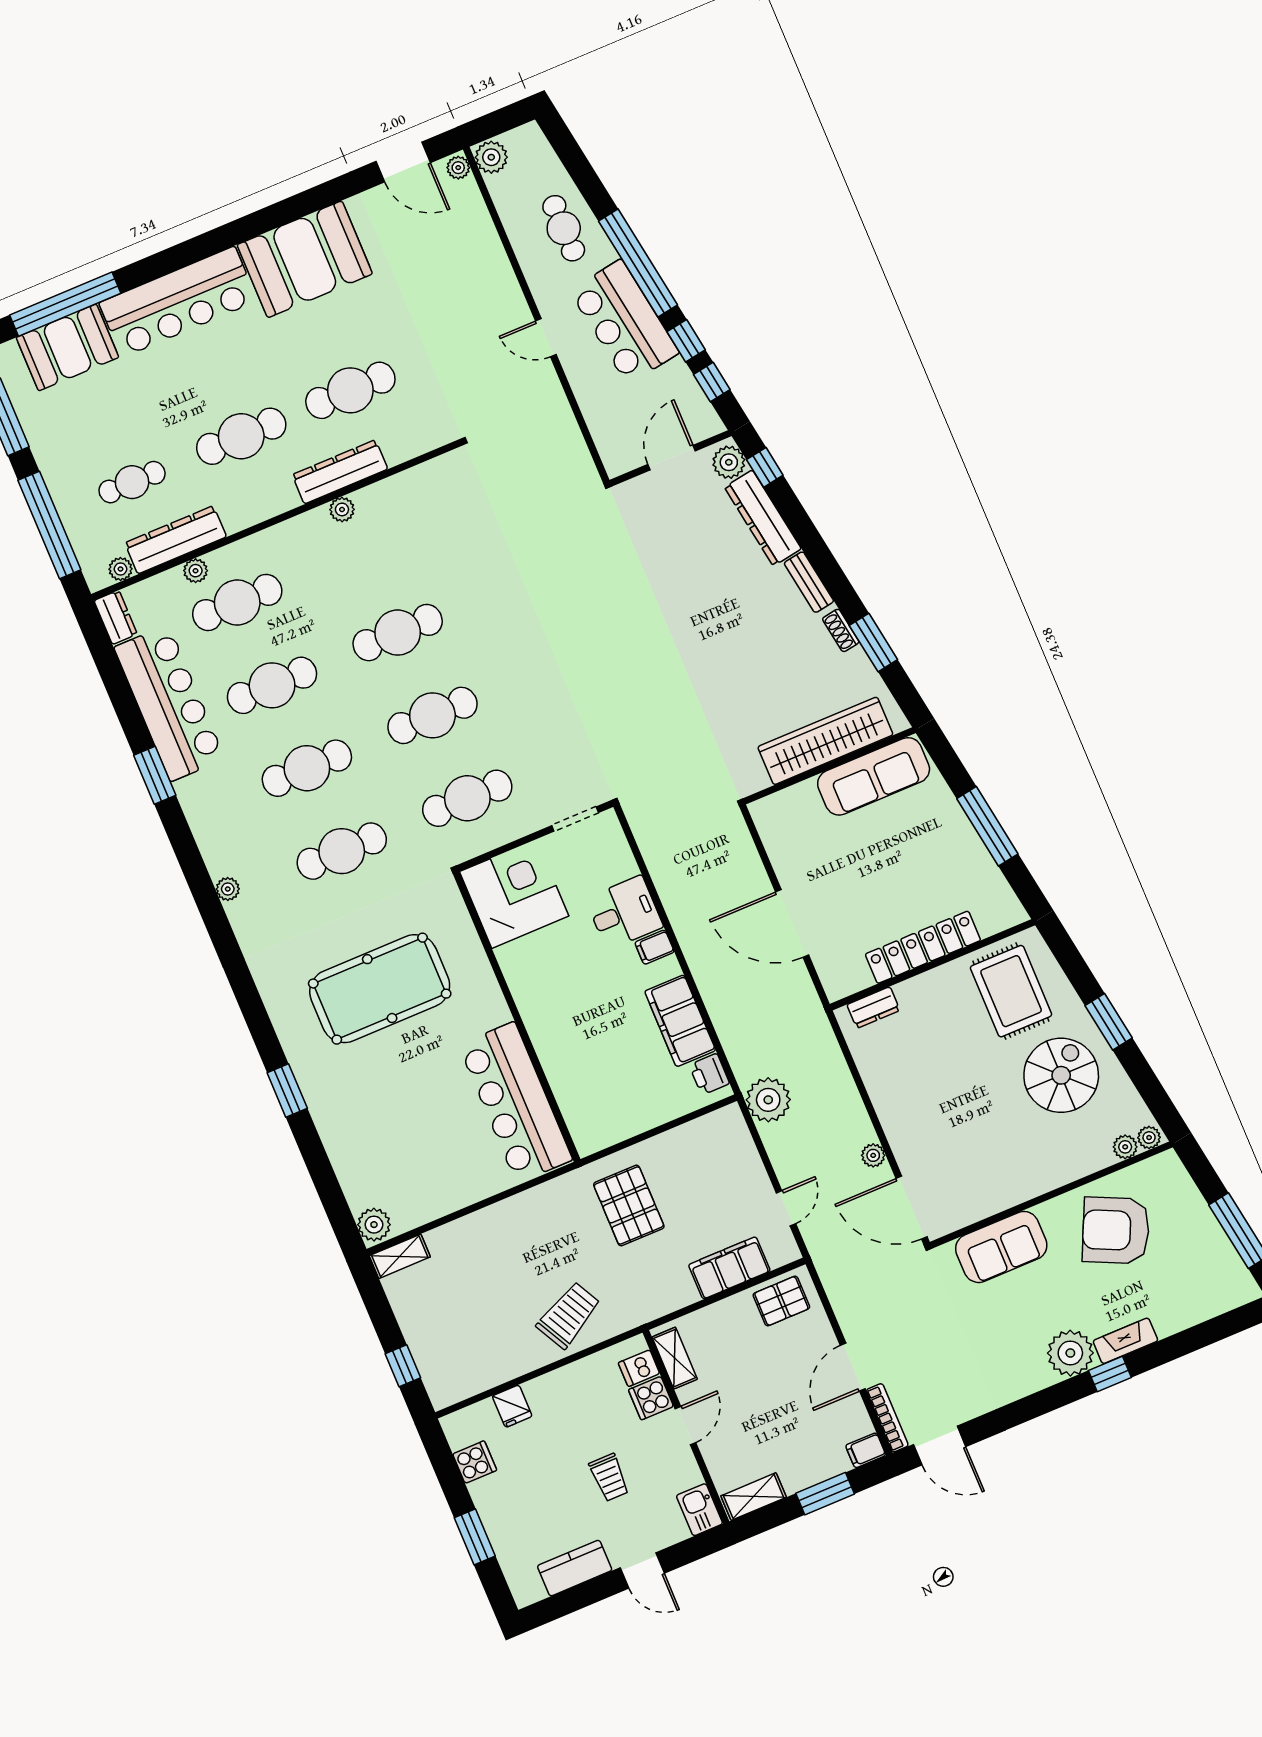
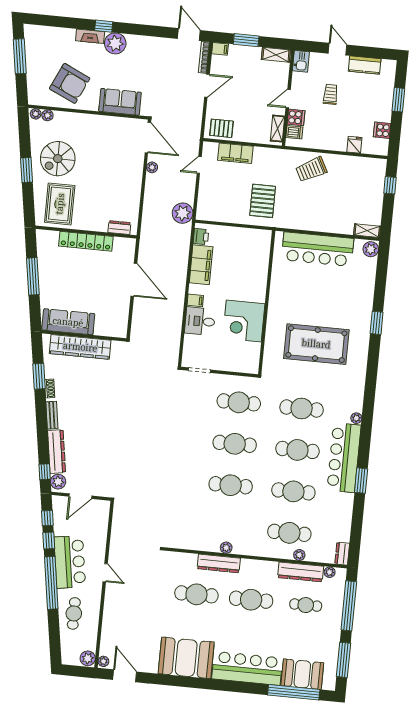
bar counter: (169, 703) -> (344, 458), moved
corner desk: (514, 894) -> (244, 321), moved
bar counter: (515, 1102) -> (318, 249), moved, turned 90

